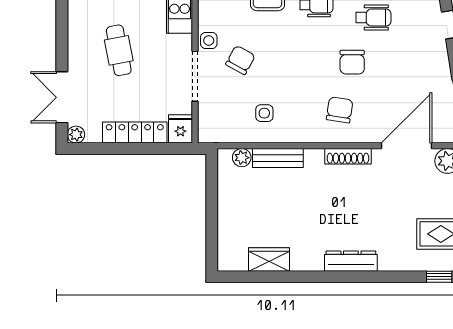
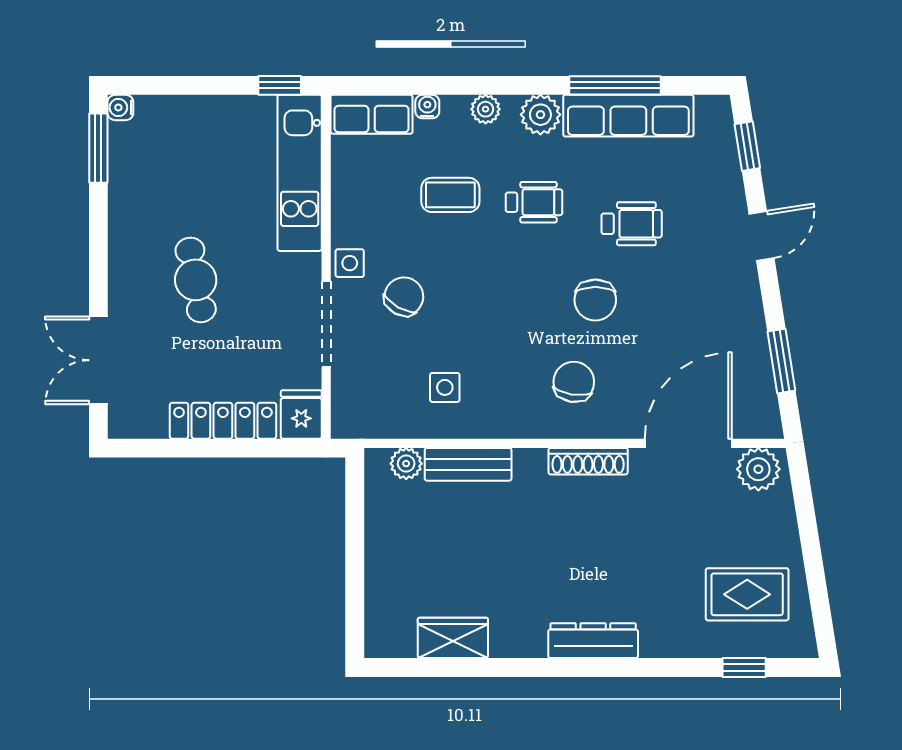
plant: (76, 135) -> (122, 424), removed

